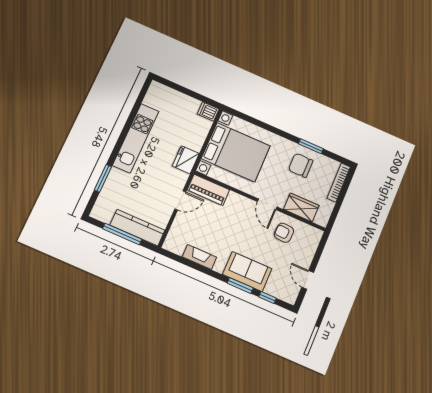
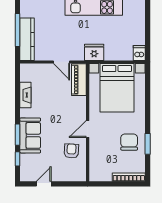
wardrobe: (301, 207) -> (97, 156), removed

